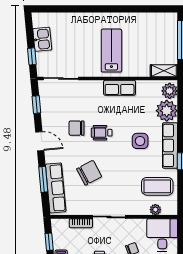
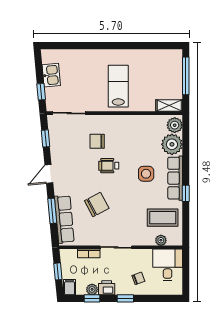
row of seats: (120, 88) -> (126, 122), removed
chair: (77, 128) -> (97, 141), moved
door: (40, 141) -> (49, 174), swing flipped

